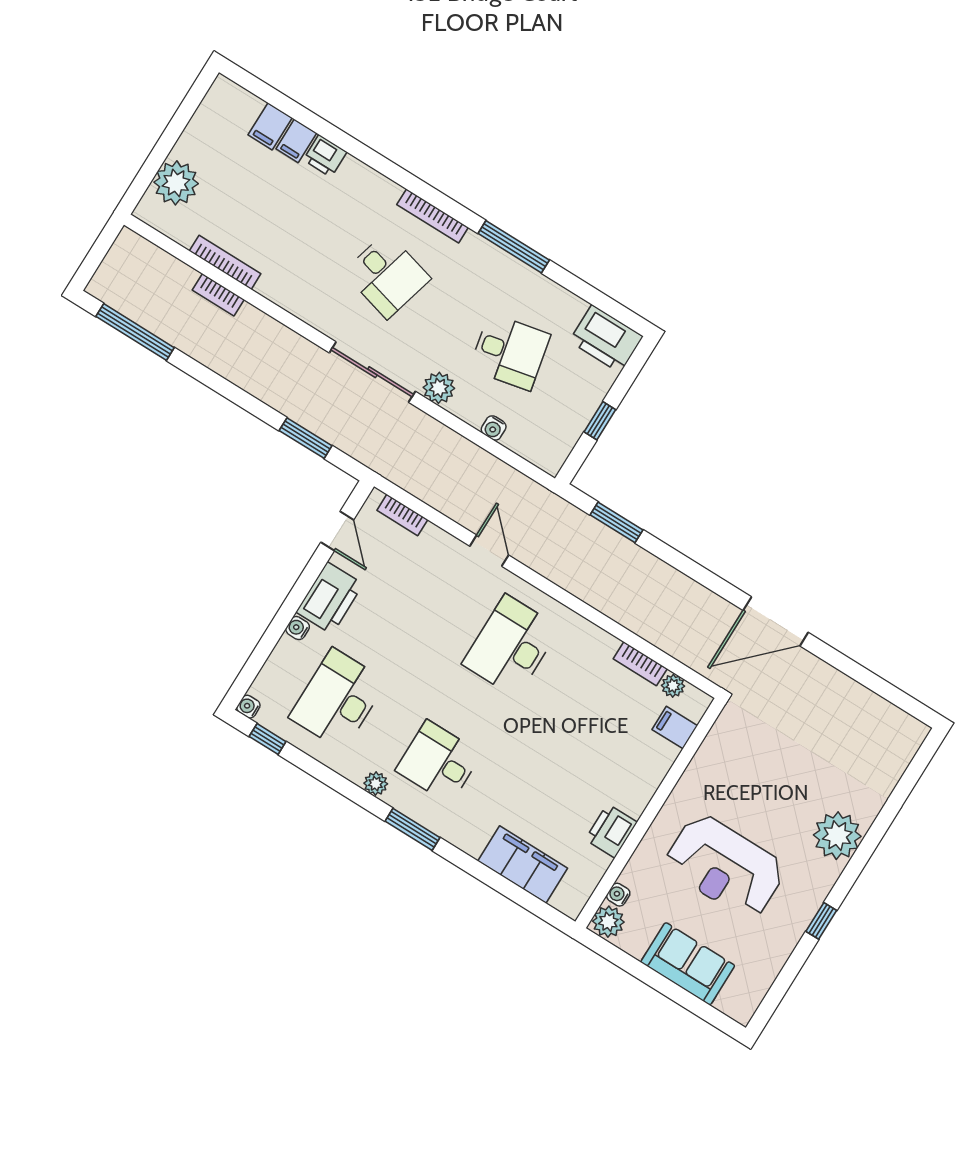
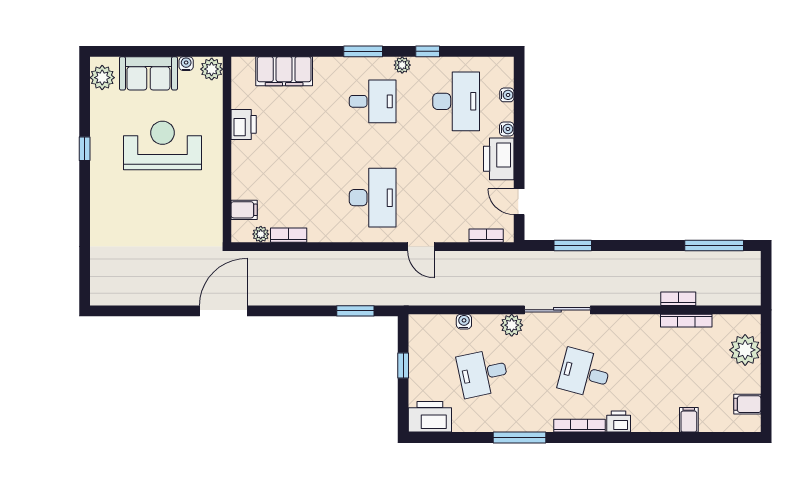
filing cabinet: (270, 126) -> (747, 404), moved, turned -90
printer: (325, 156) -> (619, 422), moved
water cooler: (248, 707) -> (507, 95), moved
window: (268, 739) -> (428, 51), moved
plant: (837, 836) -> (102, 78), moved, width x0.73, depth x0.73
water cooler: (618, 895) -> (186, 64), moved, turned -90

